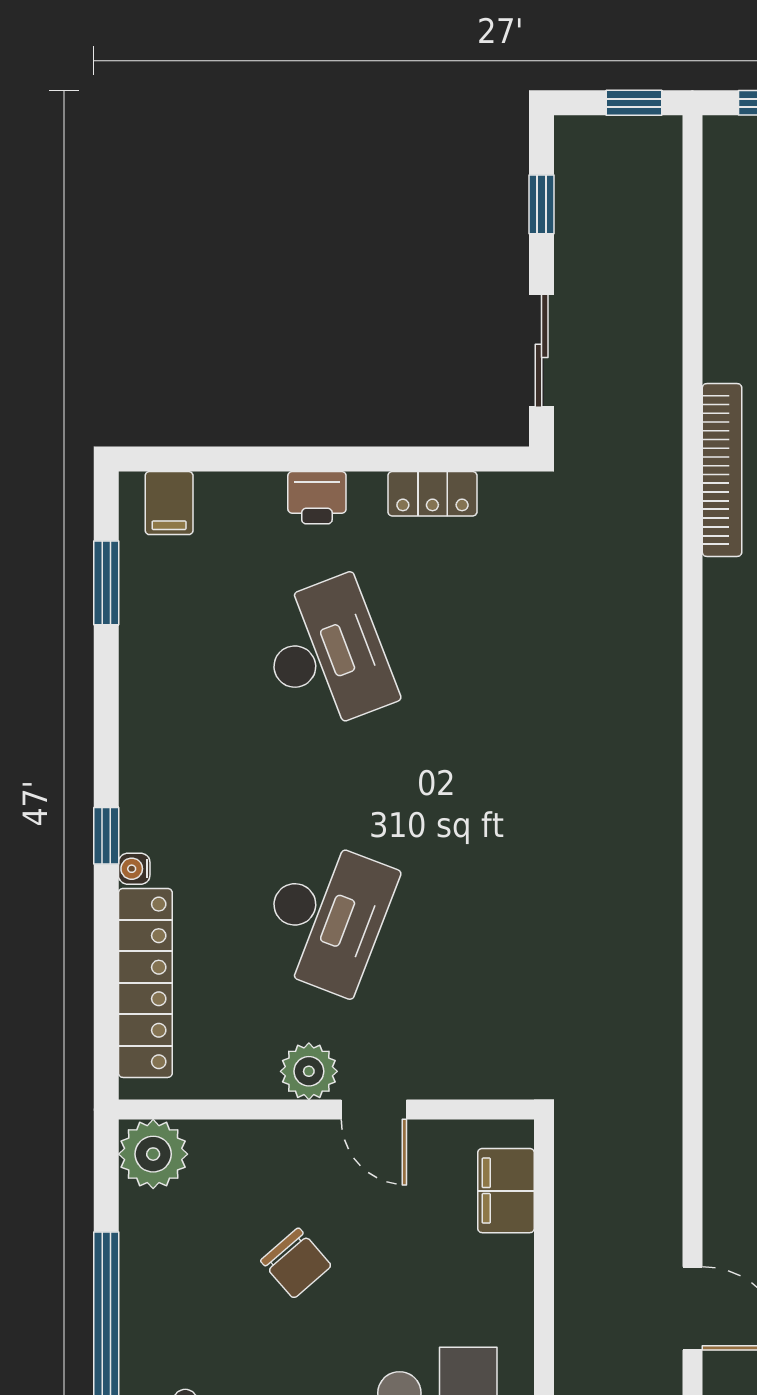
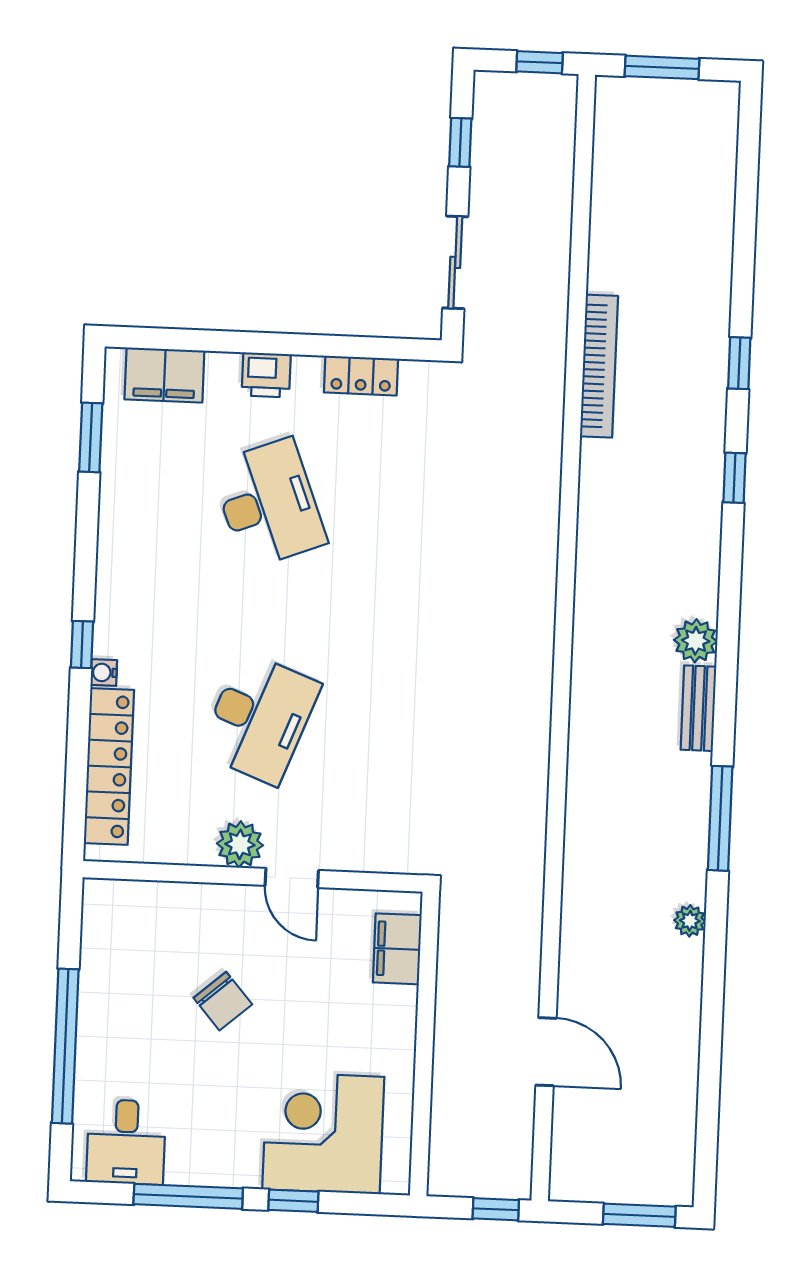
filing cabinet: (169, 503) -> (164, 375), width x2.00
plant: (153, 1154) -> (110, 907), removed

